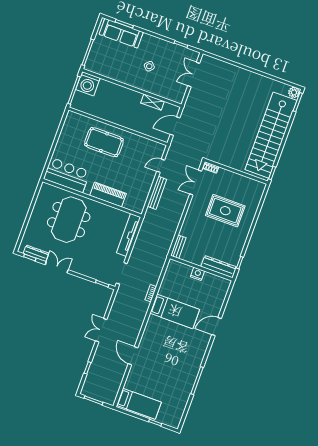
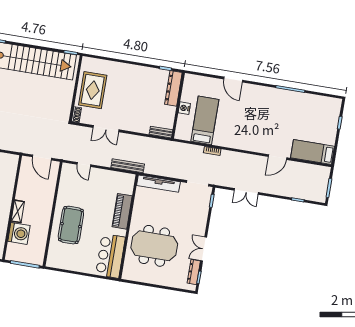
washing machine: (88, 84) -> (19, 233), moved
shelving: (153, 102) -> (18, 211), moved
double door: (196, 183) -> (106, 129), moved
bench: (157, 193) -> (128, 166), moved
rug: (225, 211) -> (93, 90), moved
bed: (175, 311) -> (205, 120), moved
double door: (101, 330) -> (246, 191), moved
bed: (139, 404) -> (312, 152), moved, turned -90

